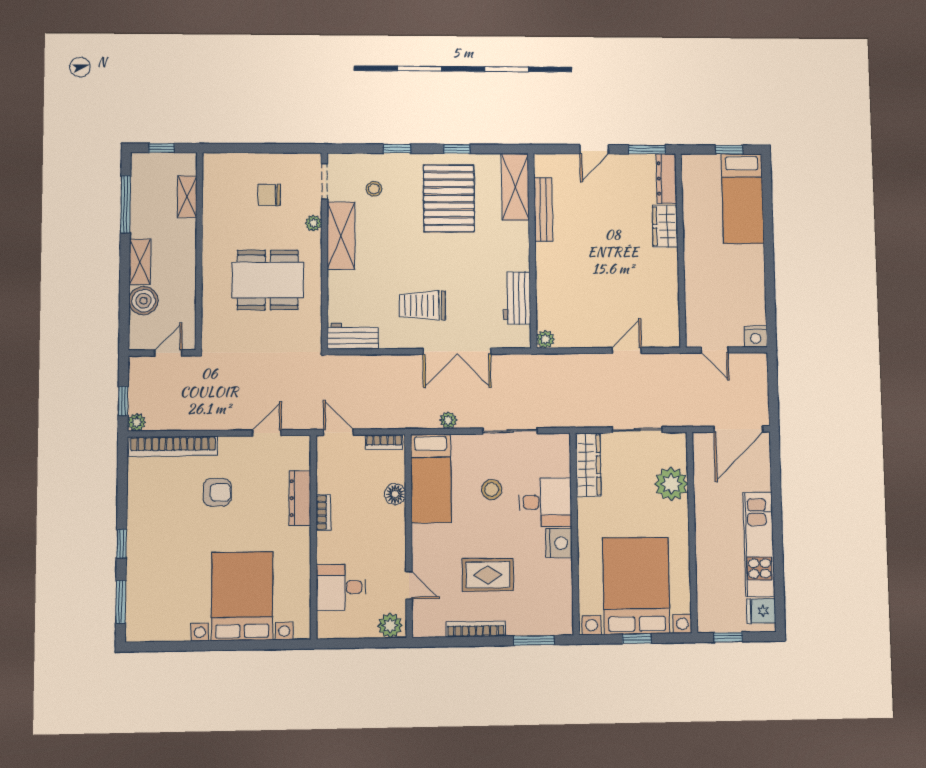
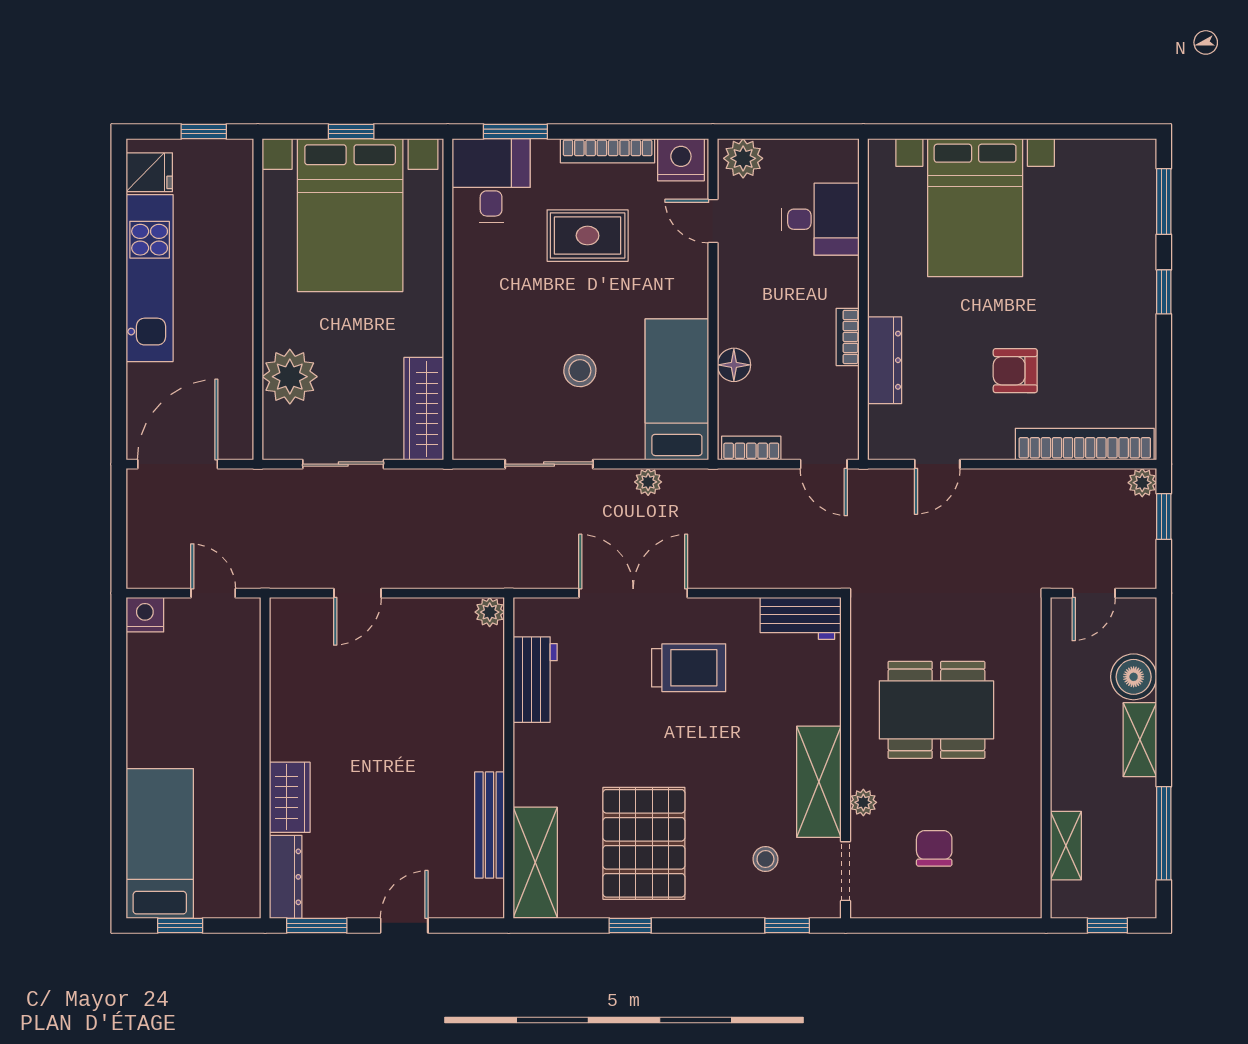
window: (397, 149) -> (787, 926), moved
chair: (269, 195) -> (934, 848), turned -90
desk: (545, 502) -> (491, 181), moved, turned 90
nightstand: (559, 543) -> (681, 160), moved, turned 90

